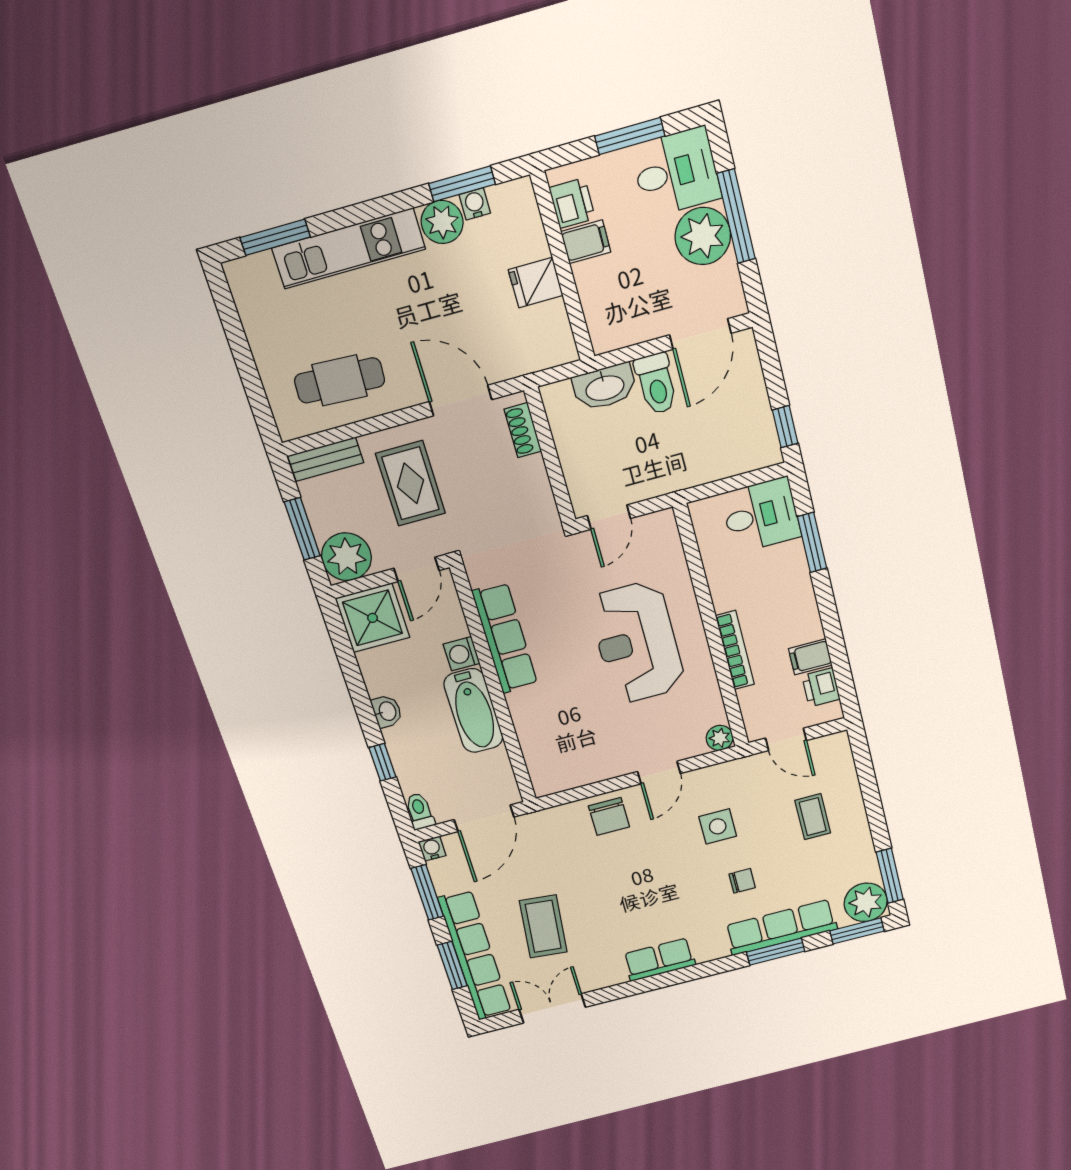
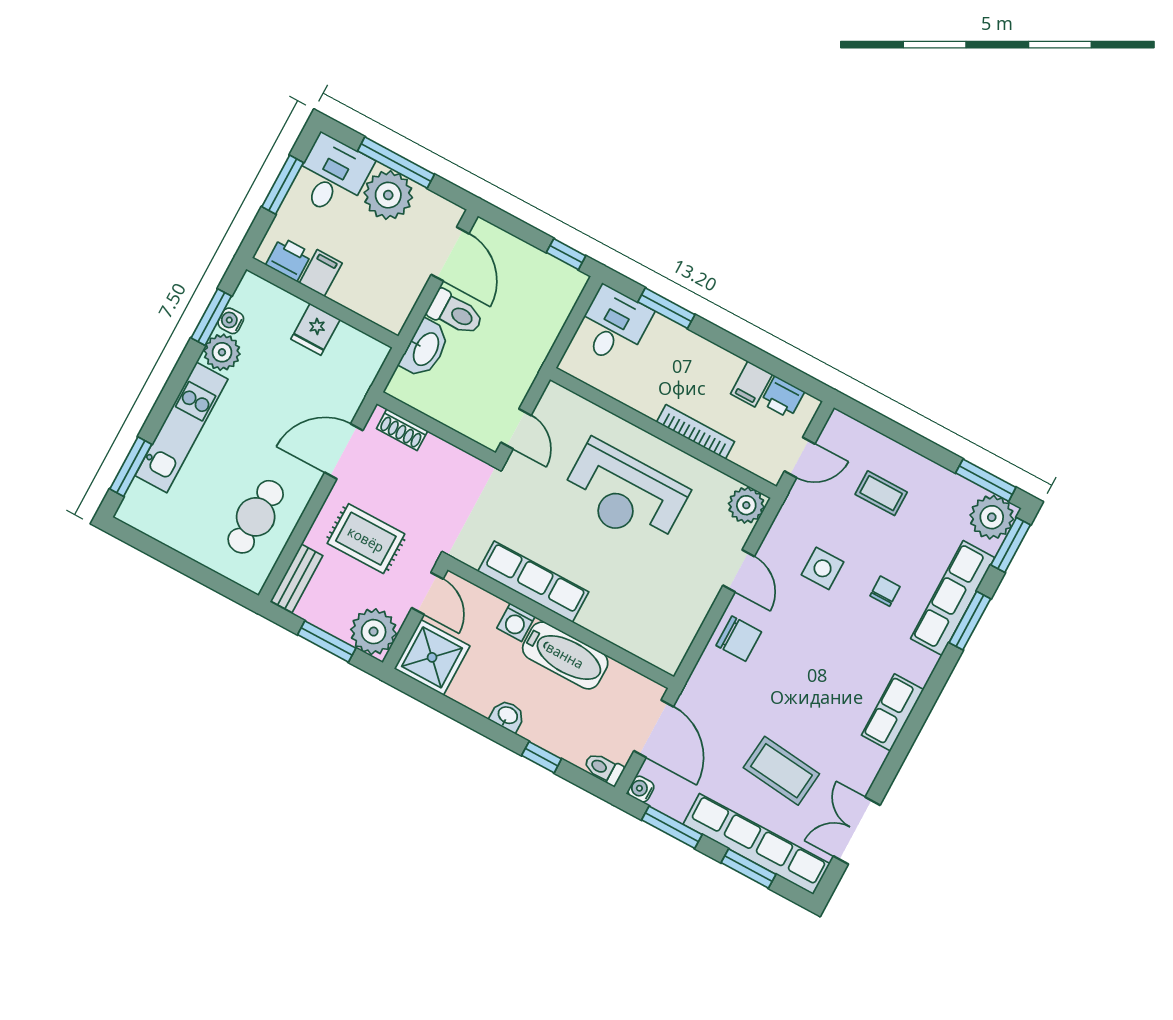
plant: (720, 738) -> (746, 505), width x1.38, depth x1.38

